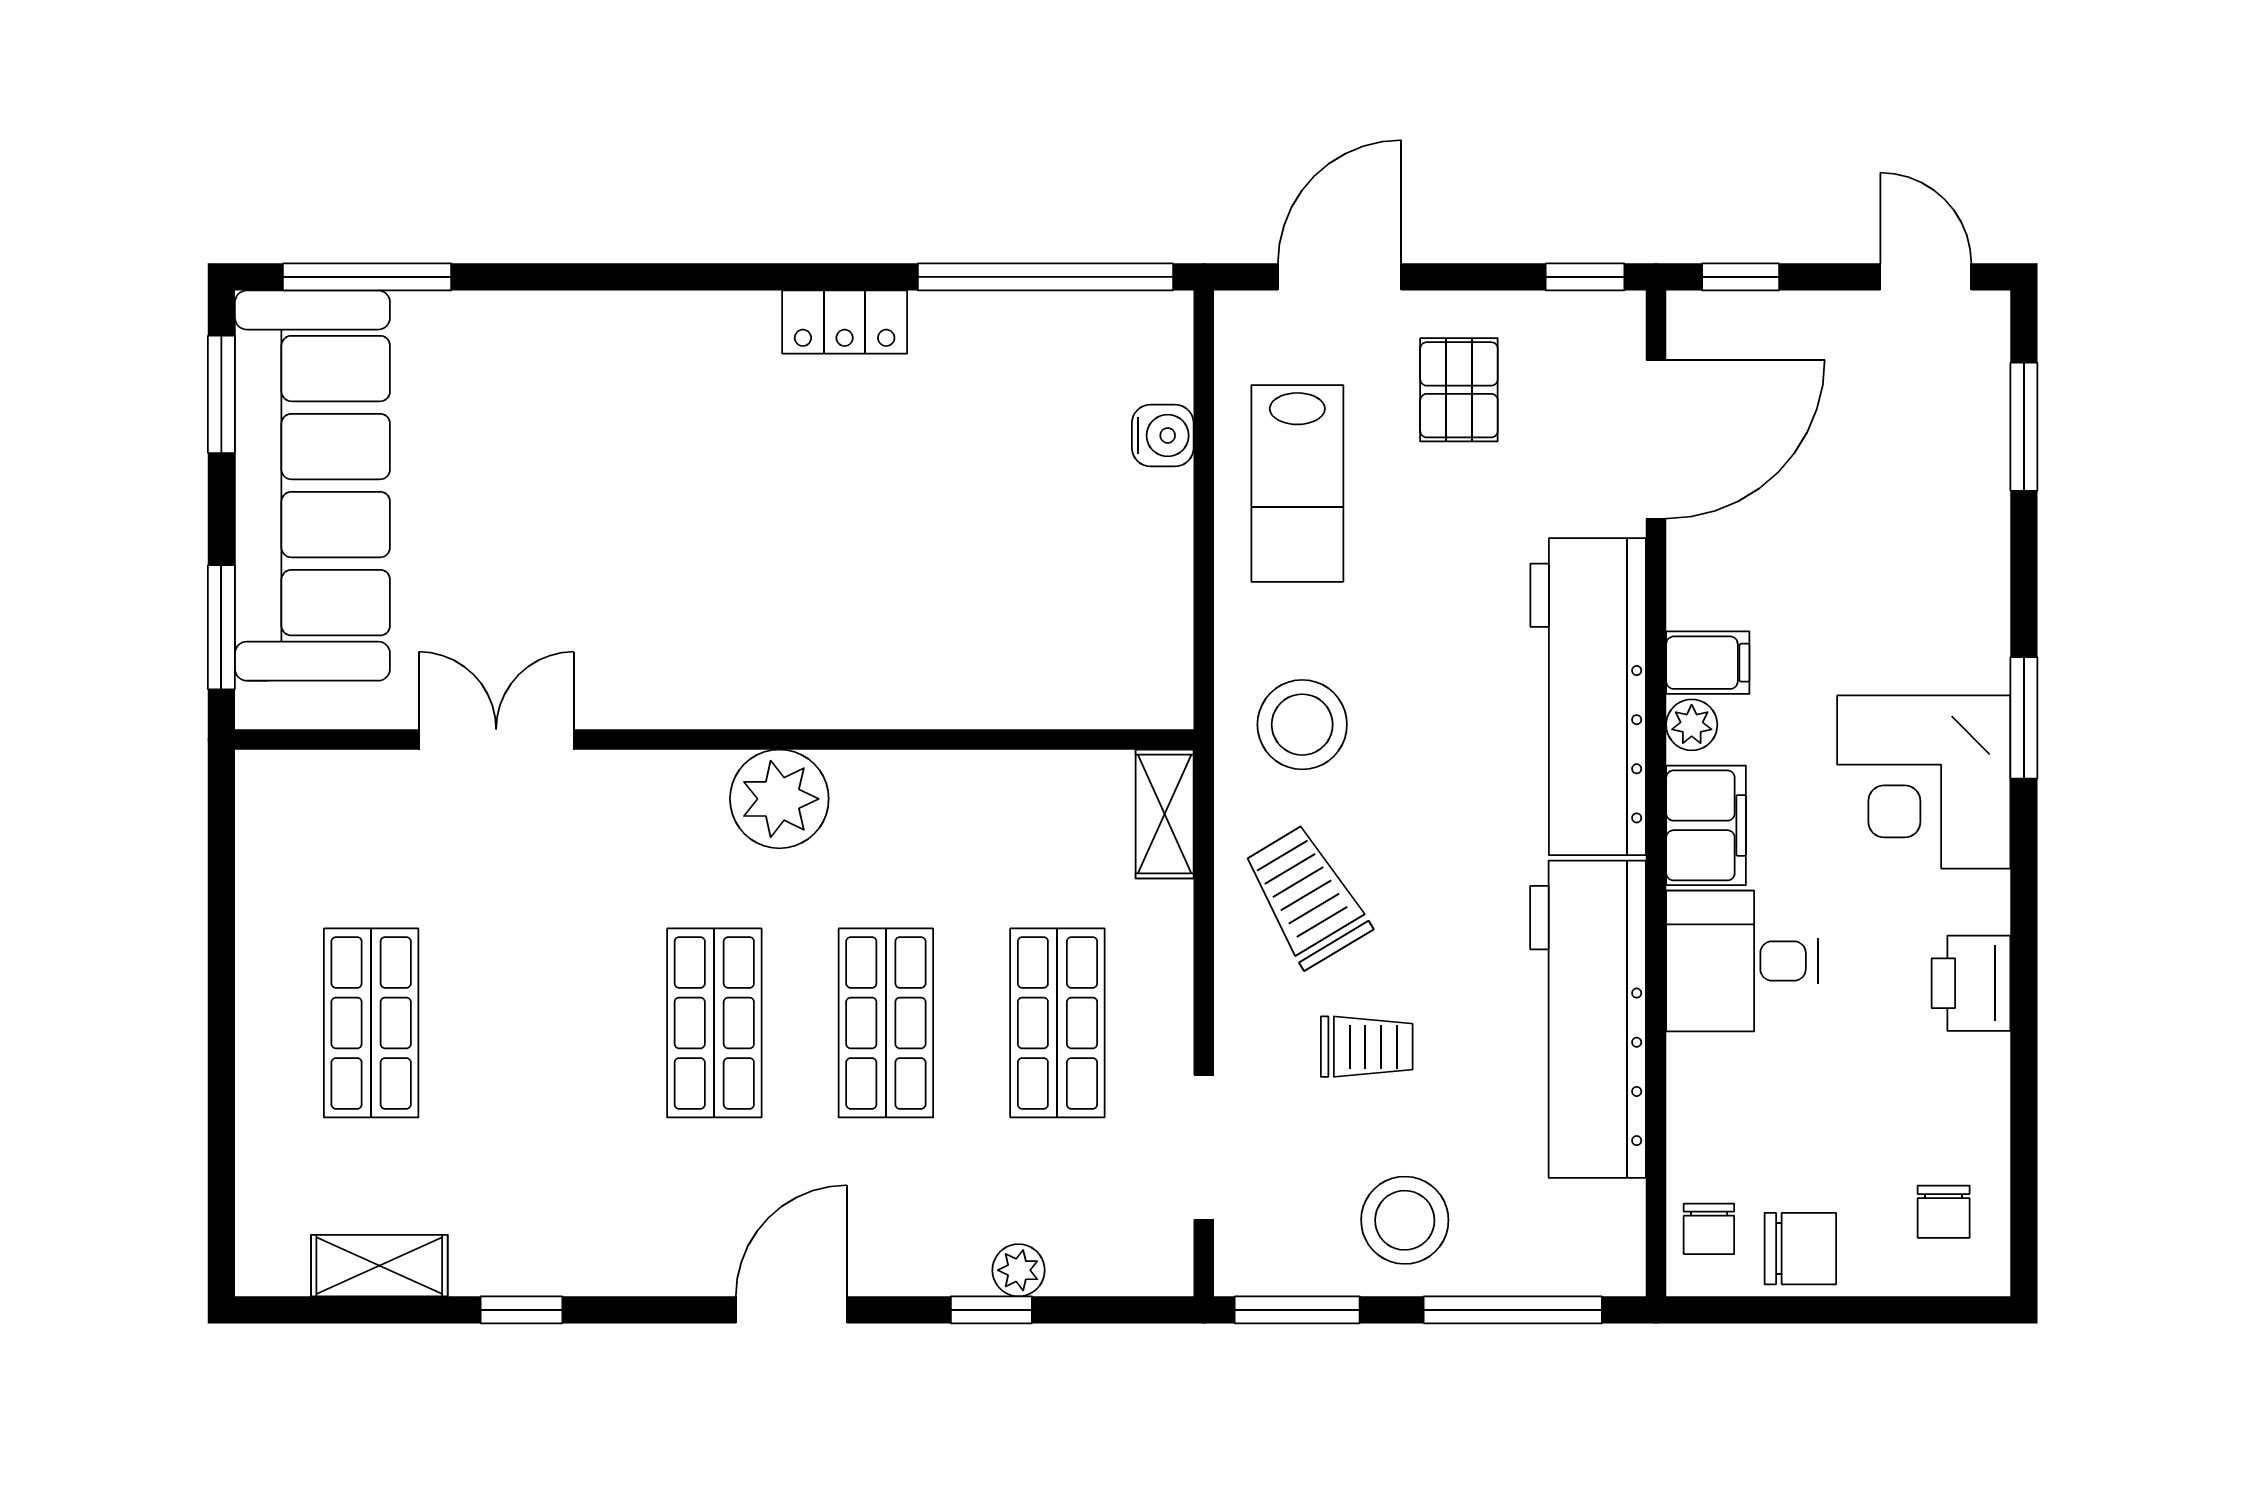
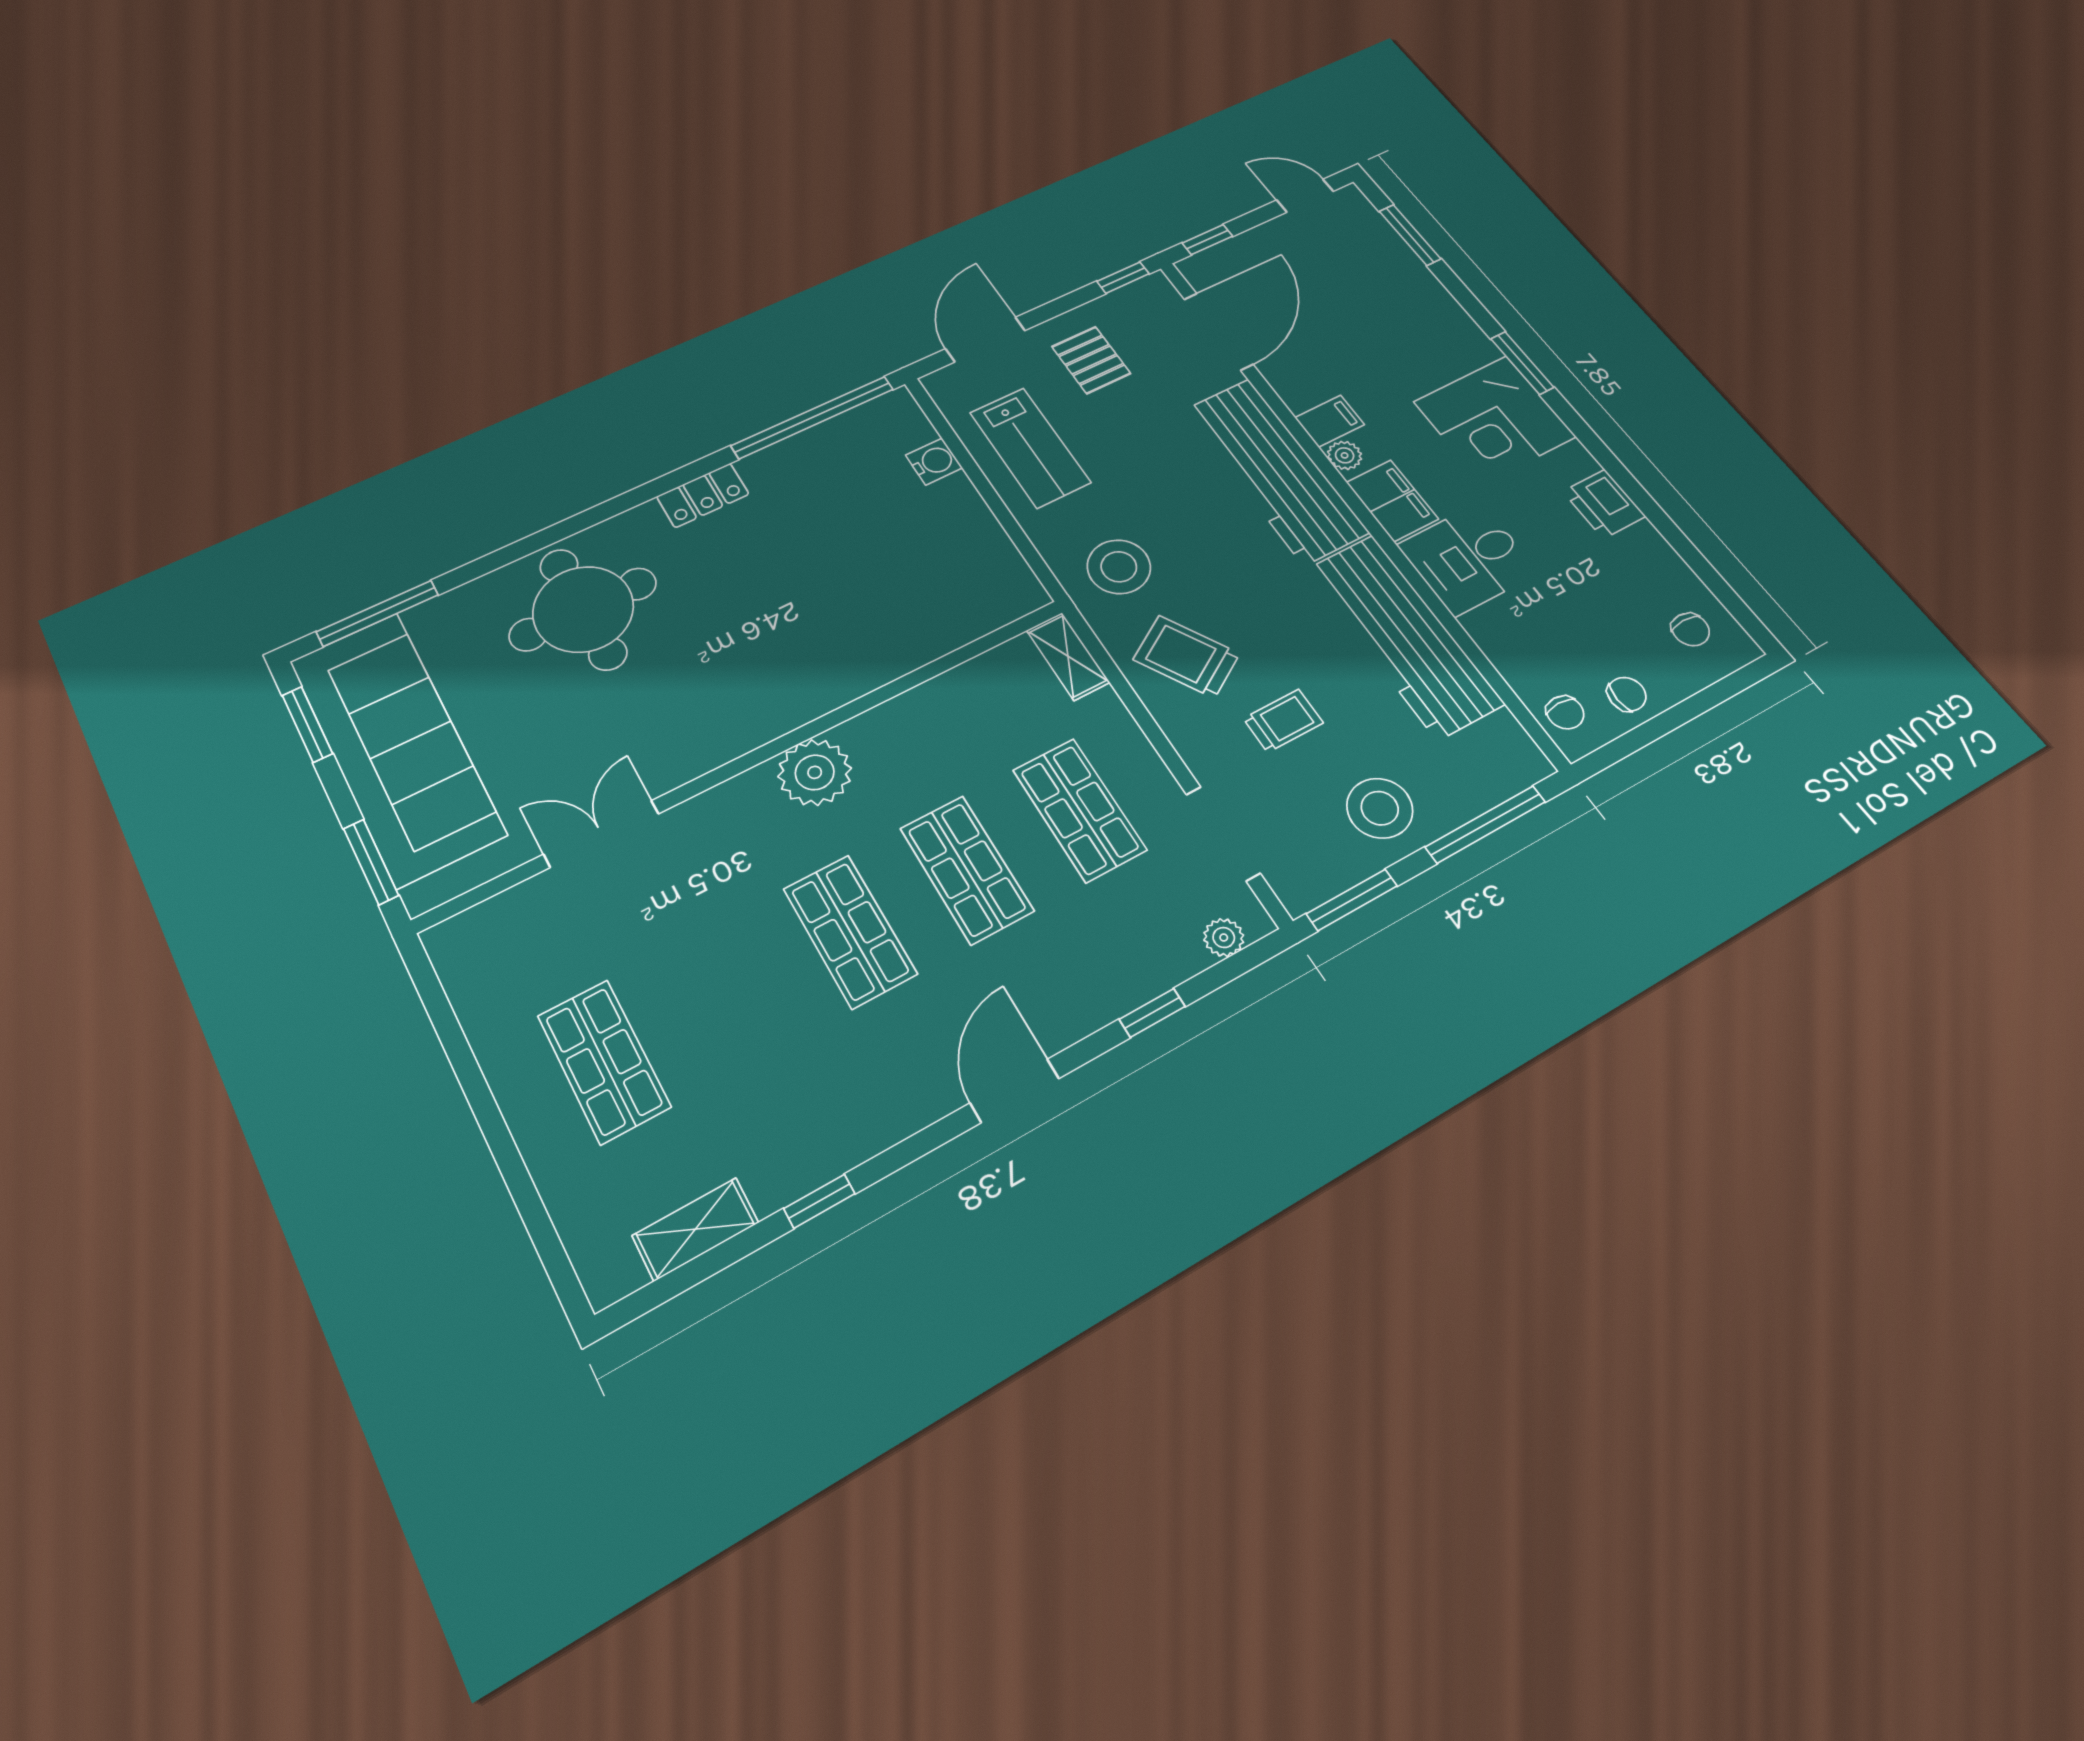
round table: (617, 412) -> (583, 609), added
chair: (1800, 1249) -> (1627, 694), width x0.73, depth x0.73
plant: (1019, 1270) -> (1224, 938), moved

